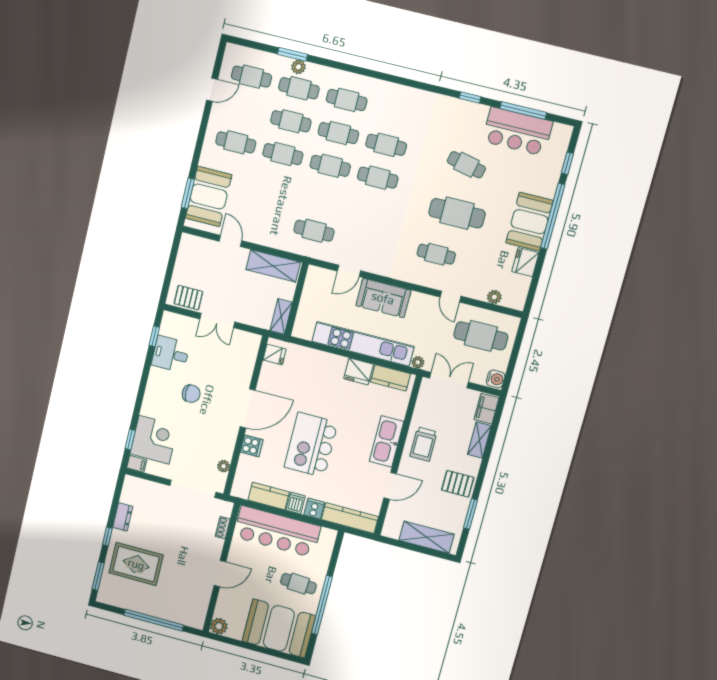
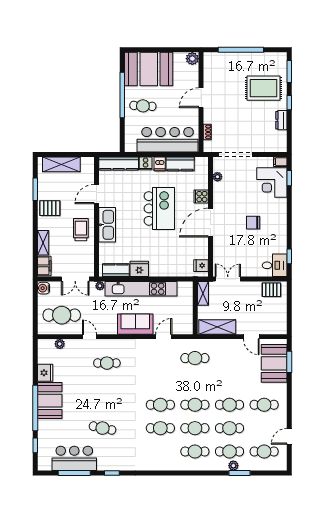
cafe table: (457, 213) -> (100, 394), removed
double door: (217, 320) -> (228, 279), moved
desk: (171, 354) -> (275, 265), moved

